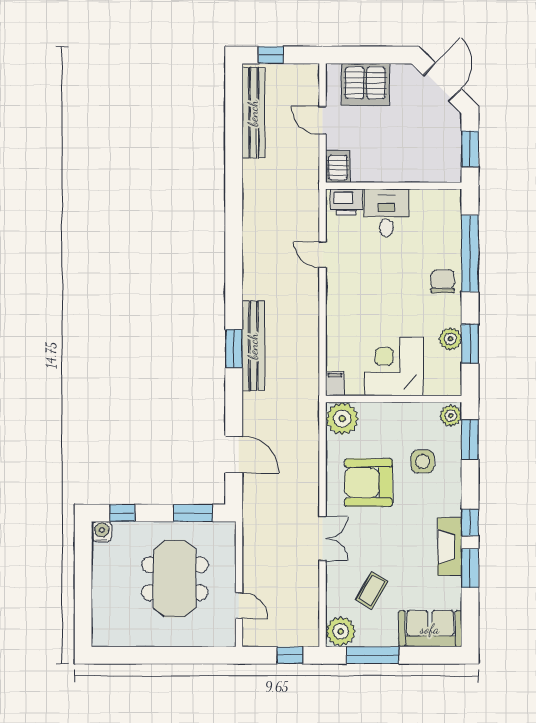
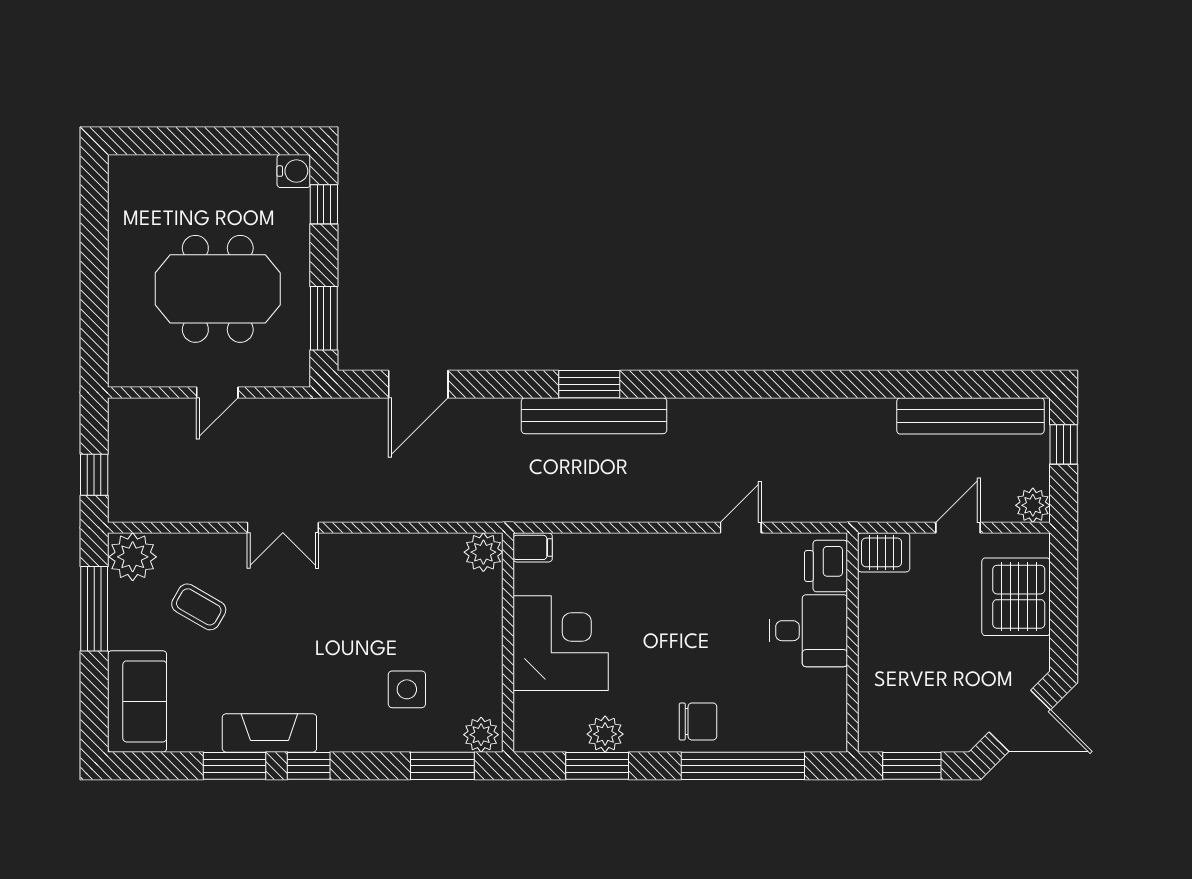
plant: (309, 74) -> (1033, 505), added
plant: (342, 419) -> (483, 552), width x0.73, depth x0.73
armchair: (368, 483) -> (373, 602), removed
door: (239, 606) -> (217, 393), moved

